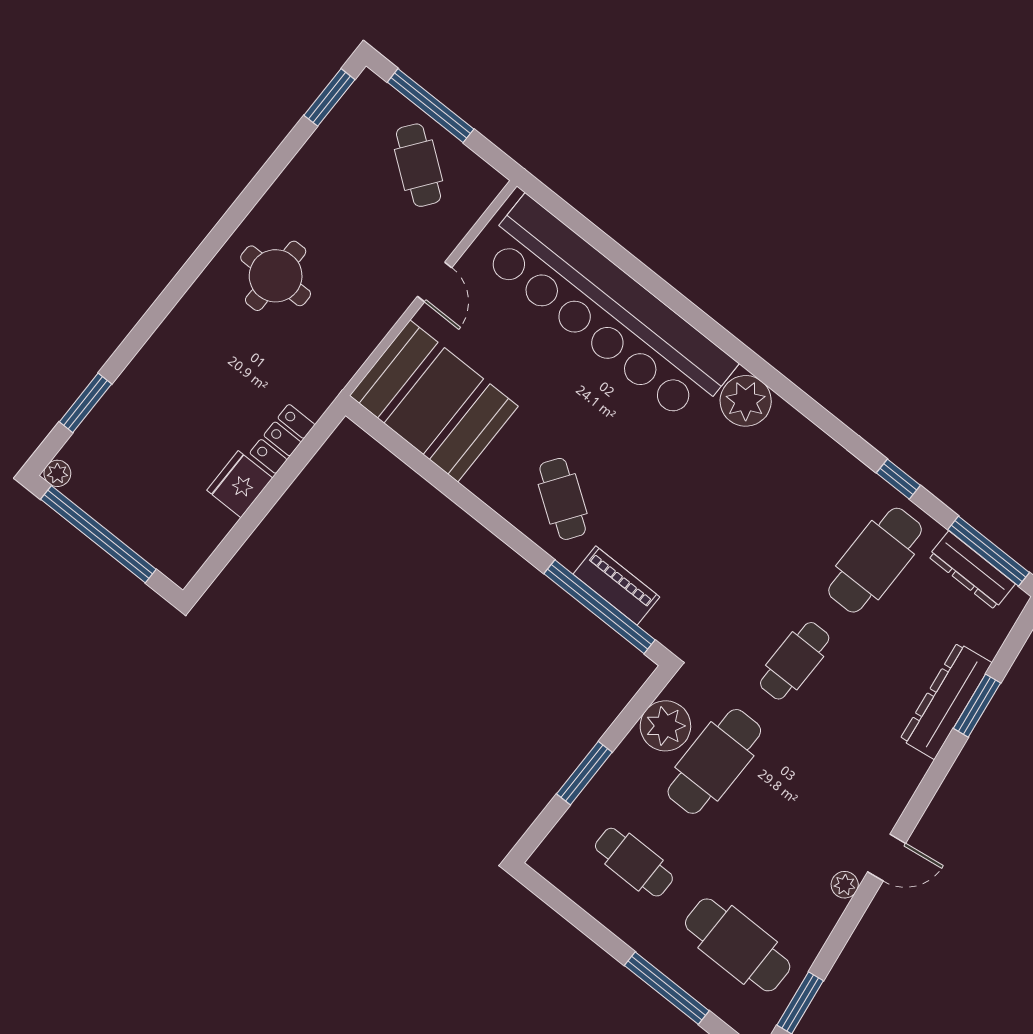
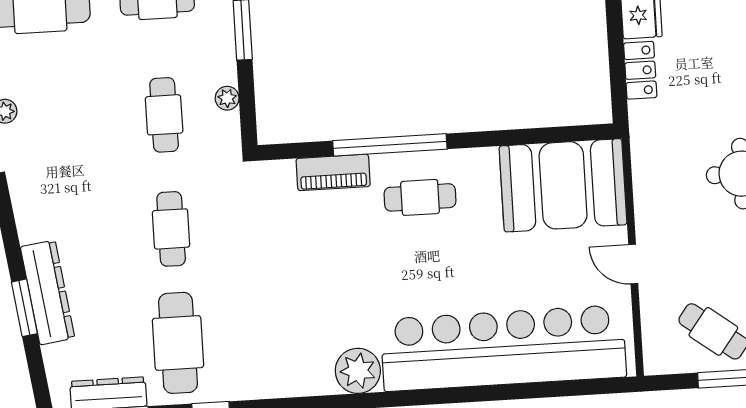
cafe table: (563, 499) -> (420, 197), turned -35
window: (600, 607) -> (390, 145), moved
plant: (665, 726) -> (227, 98), width x0.53, depth x0.53
cafe table: (714, 761) -> (164, 115), width x0.73, depth x0.74

